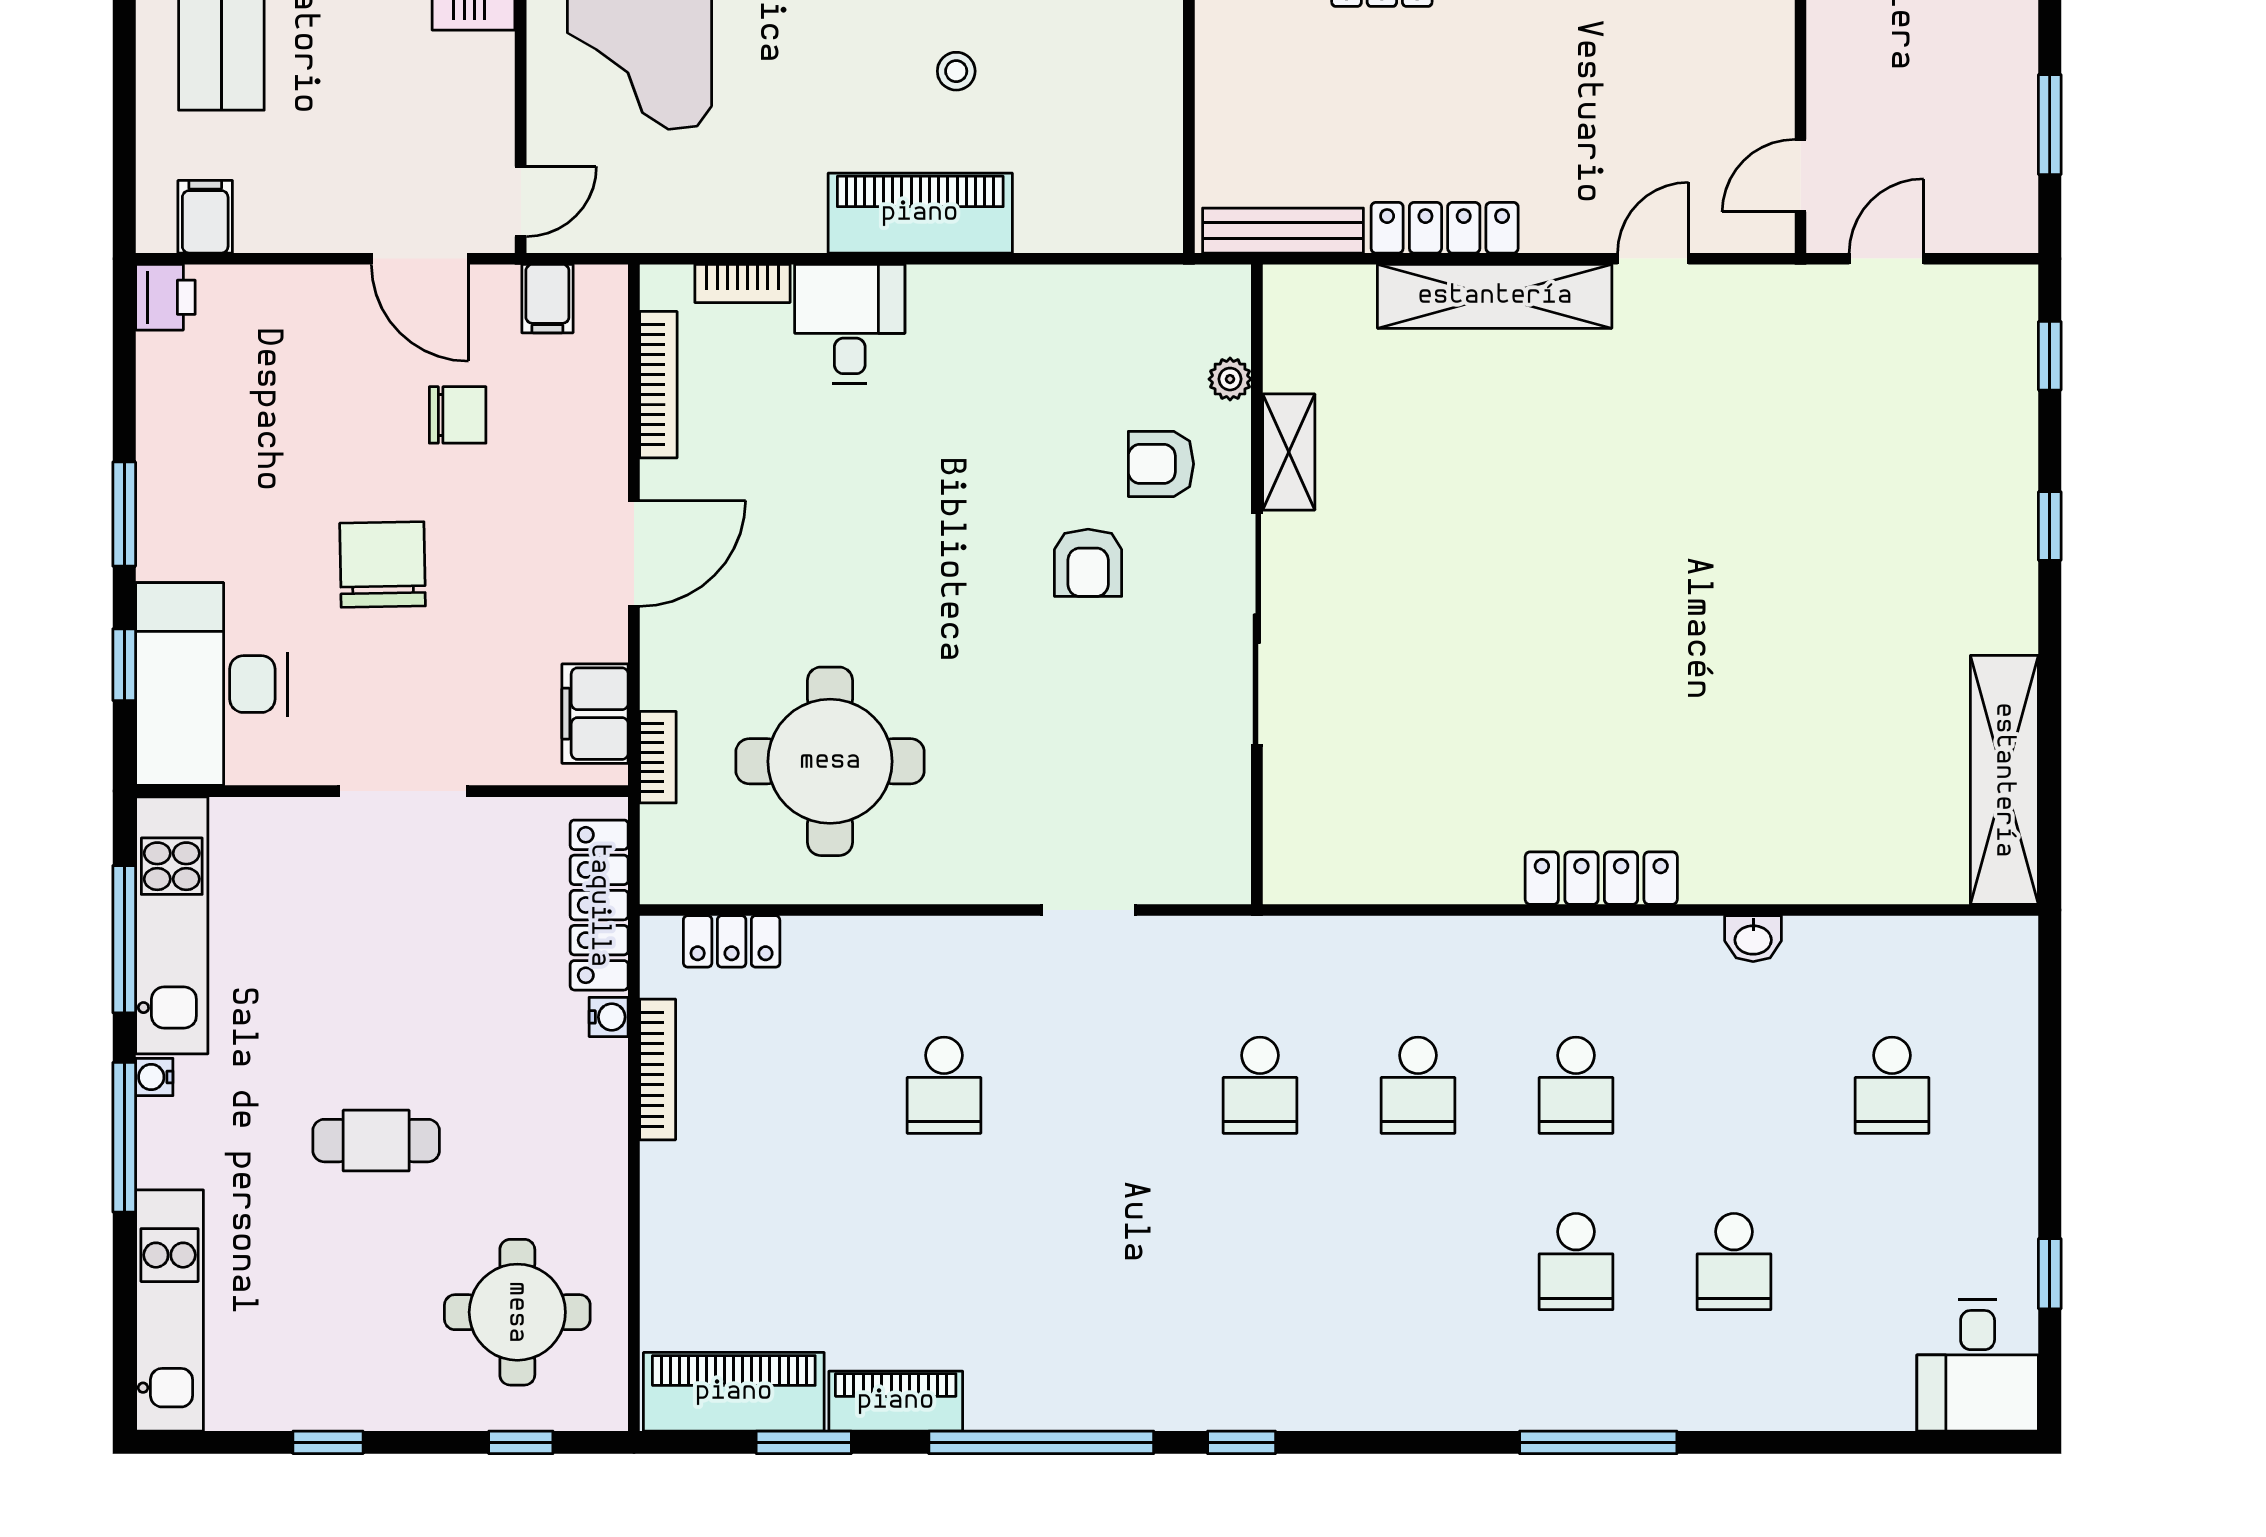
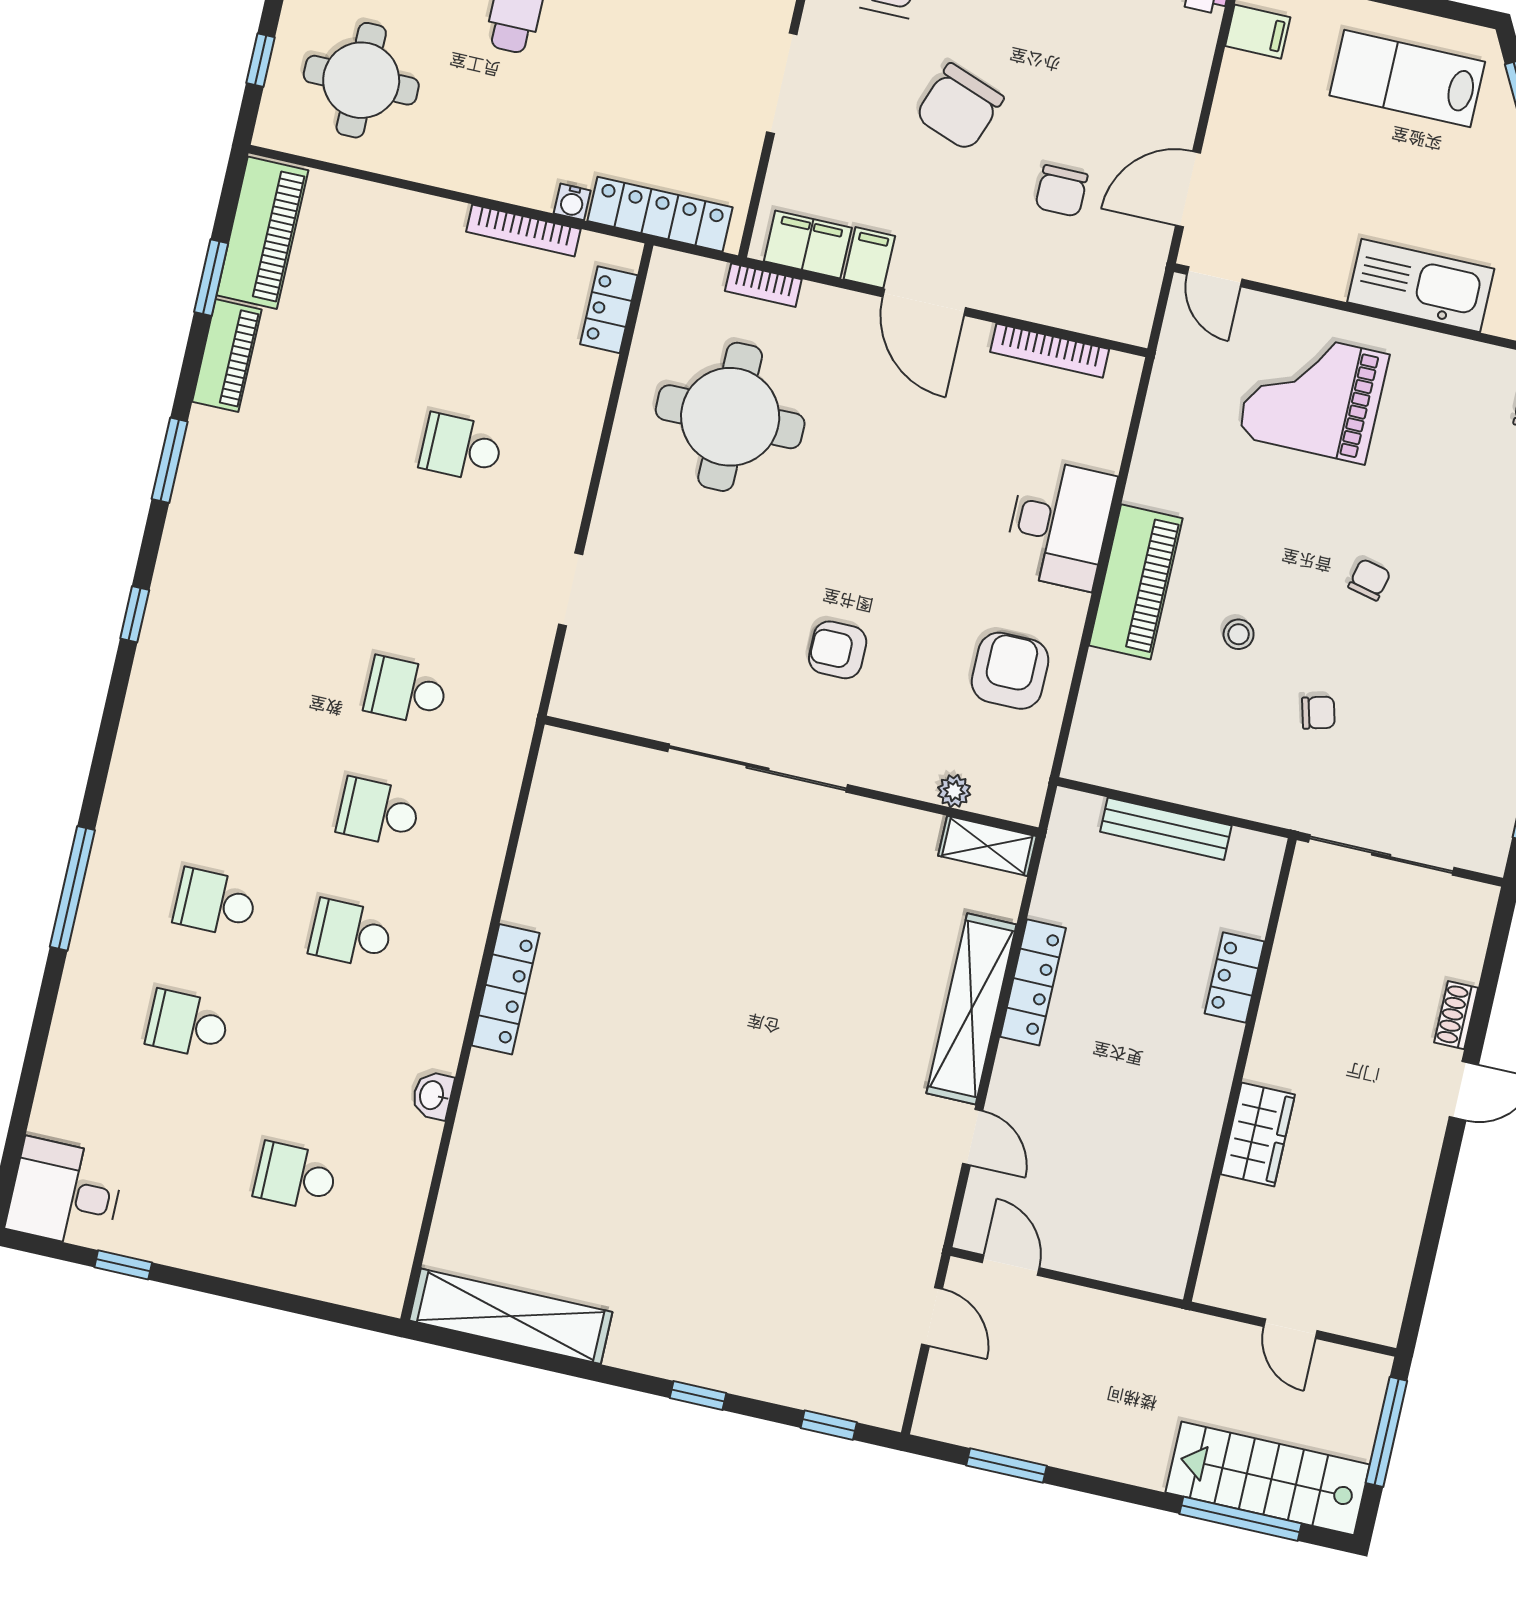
bench: (1283, 231) -> (1166, 829), moved, turned 90
bookcase: (742, 283) -> (1113, 433), removed
filing cabinet: (547, 299) -> (869, 258), moved, turned 90
desk: (850, 324) -> (1059, 524), width x1.37
shelving: (1289, 452) -> (987, 846), moved
armchair: (1161, 464) -> (1010, 671), moved, width x1.38, depth x1.38
chair: (383, 565) -> (959, 107), turned 111
window: (1041, 1442) -> (170, 460), width x0.47

